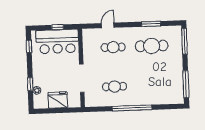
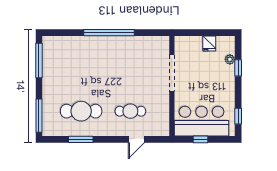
cafe table: (114, 87) -> (130, 61), removed
fridge: (58, 100) -> (209, 44), width x0.53, depth x0.75

